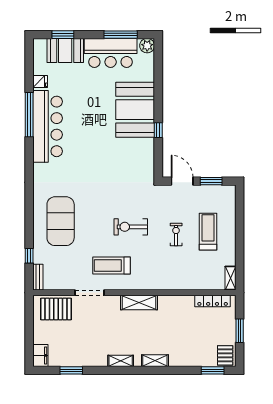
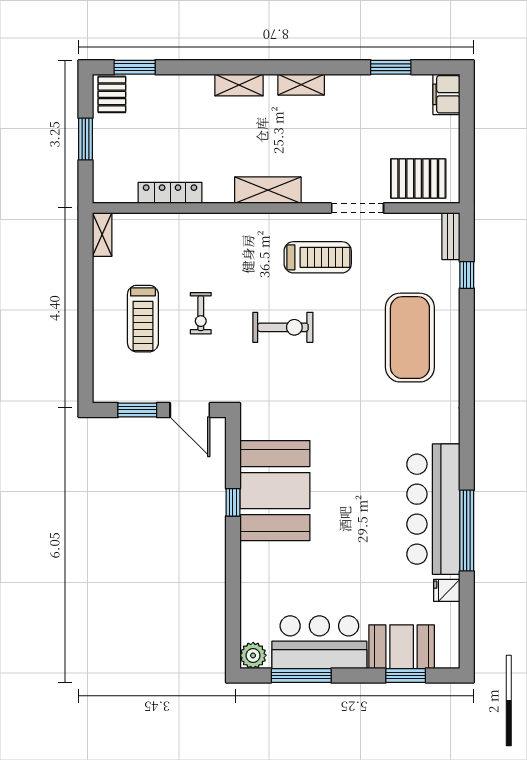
booth: (135, 110) -> (275, 491), moved
locker: (213, 301) -> (170, 193), moved

